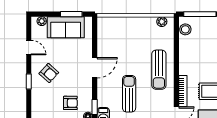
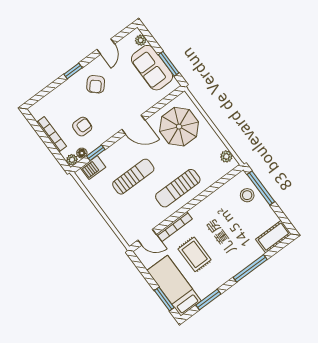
stool: (185, 29) -> (247, 195), moved
parasol: (118, 38) -> (179, 127), added
armchair: (70, 103) -> (82, 127), turned -90

